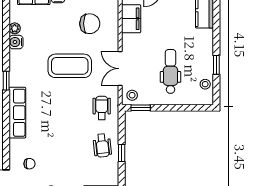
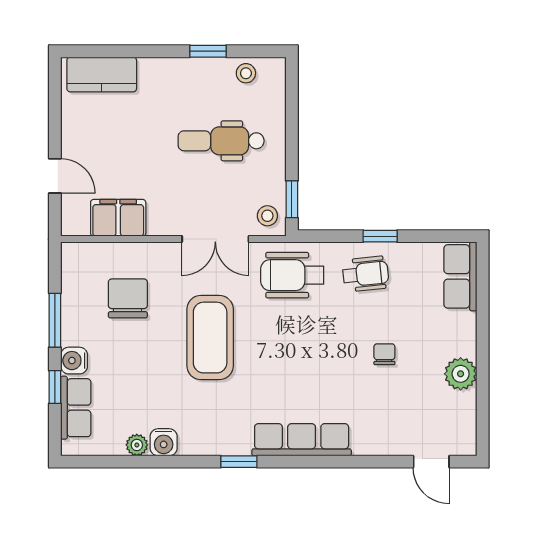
wheelchair: (102, 108) -> (292, 275), width x1.36, depth x1.37
chair: (29, 164) -> (384, 354), moved

